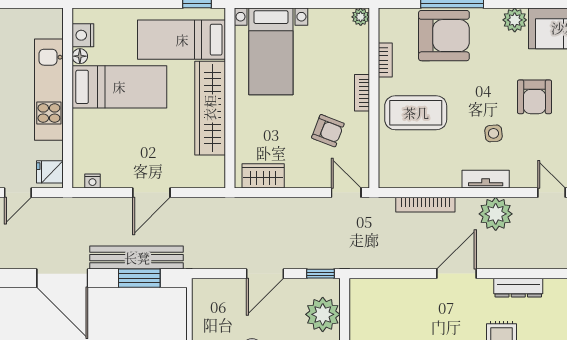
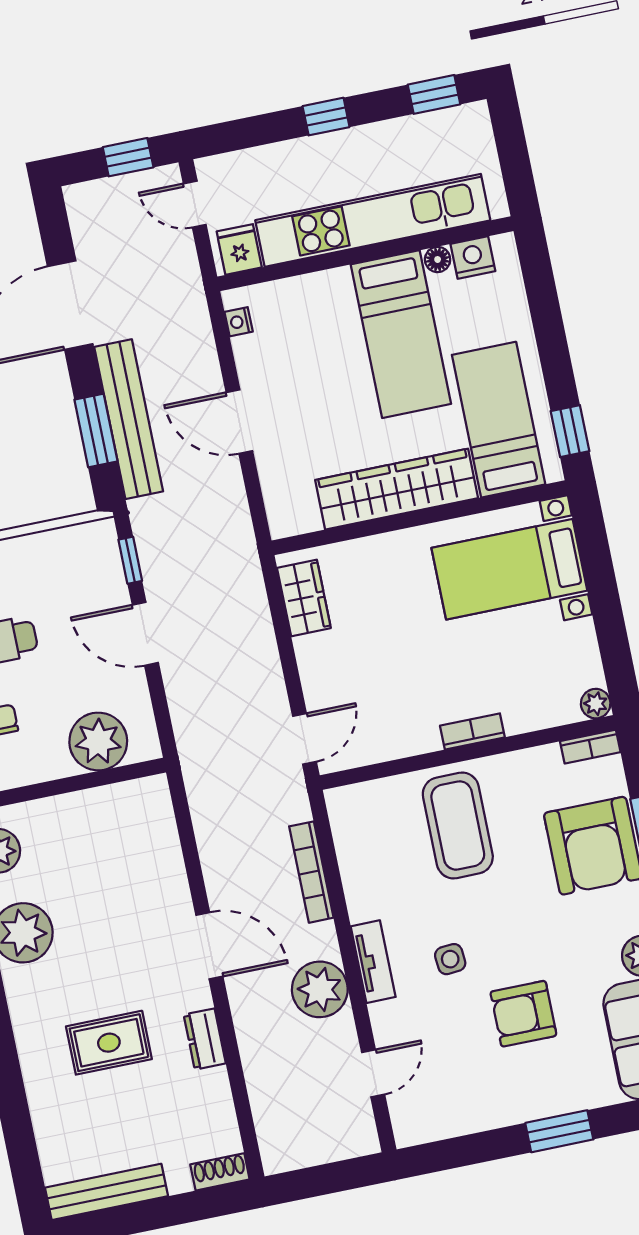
bookcase: (385, 60) -> (590, 747), moved
kitchen unit: (49, 90) -> (373, 220), width x1.36
armchair: (328, 131) -> (399, 688), removed
window: (320, 274) -> (130, 560), moved
dresser: (518, 288) -> (205, 1039), width x0.70

